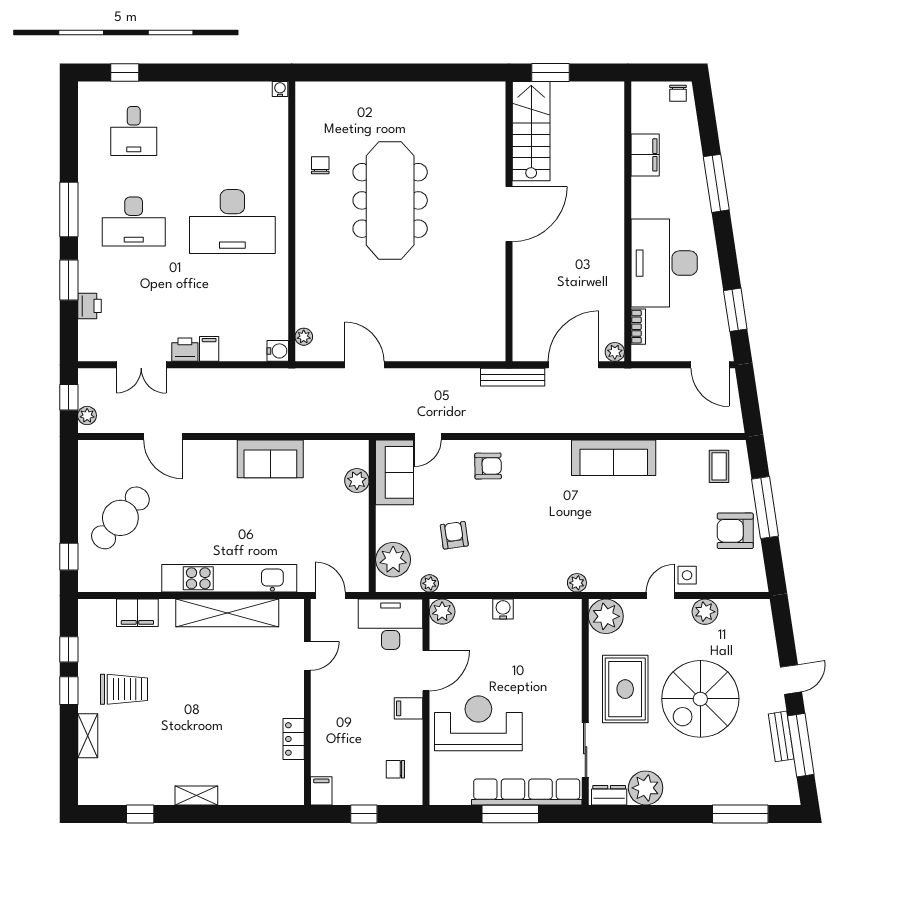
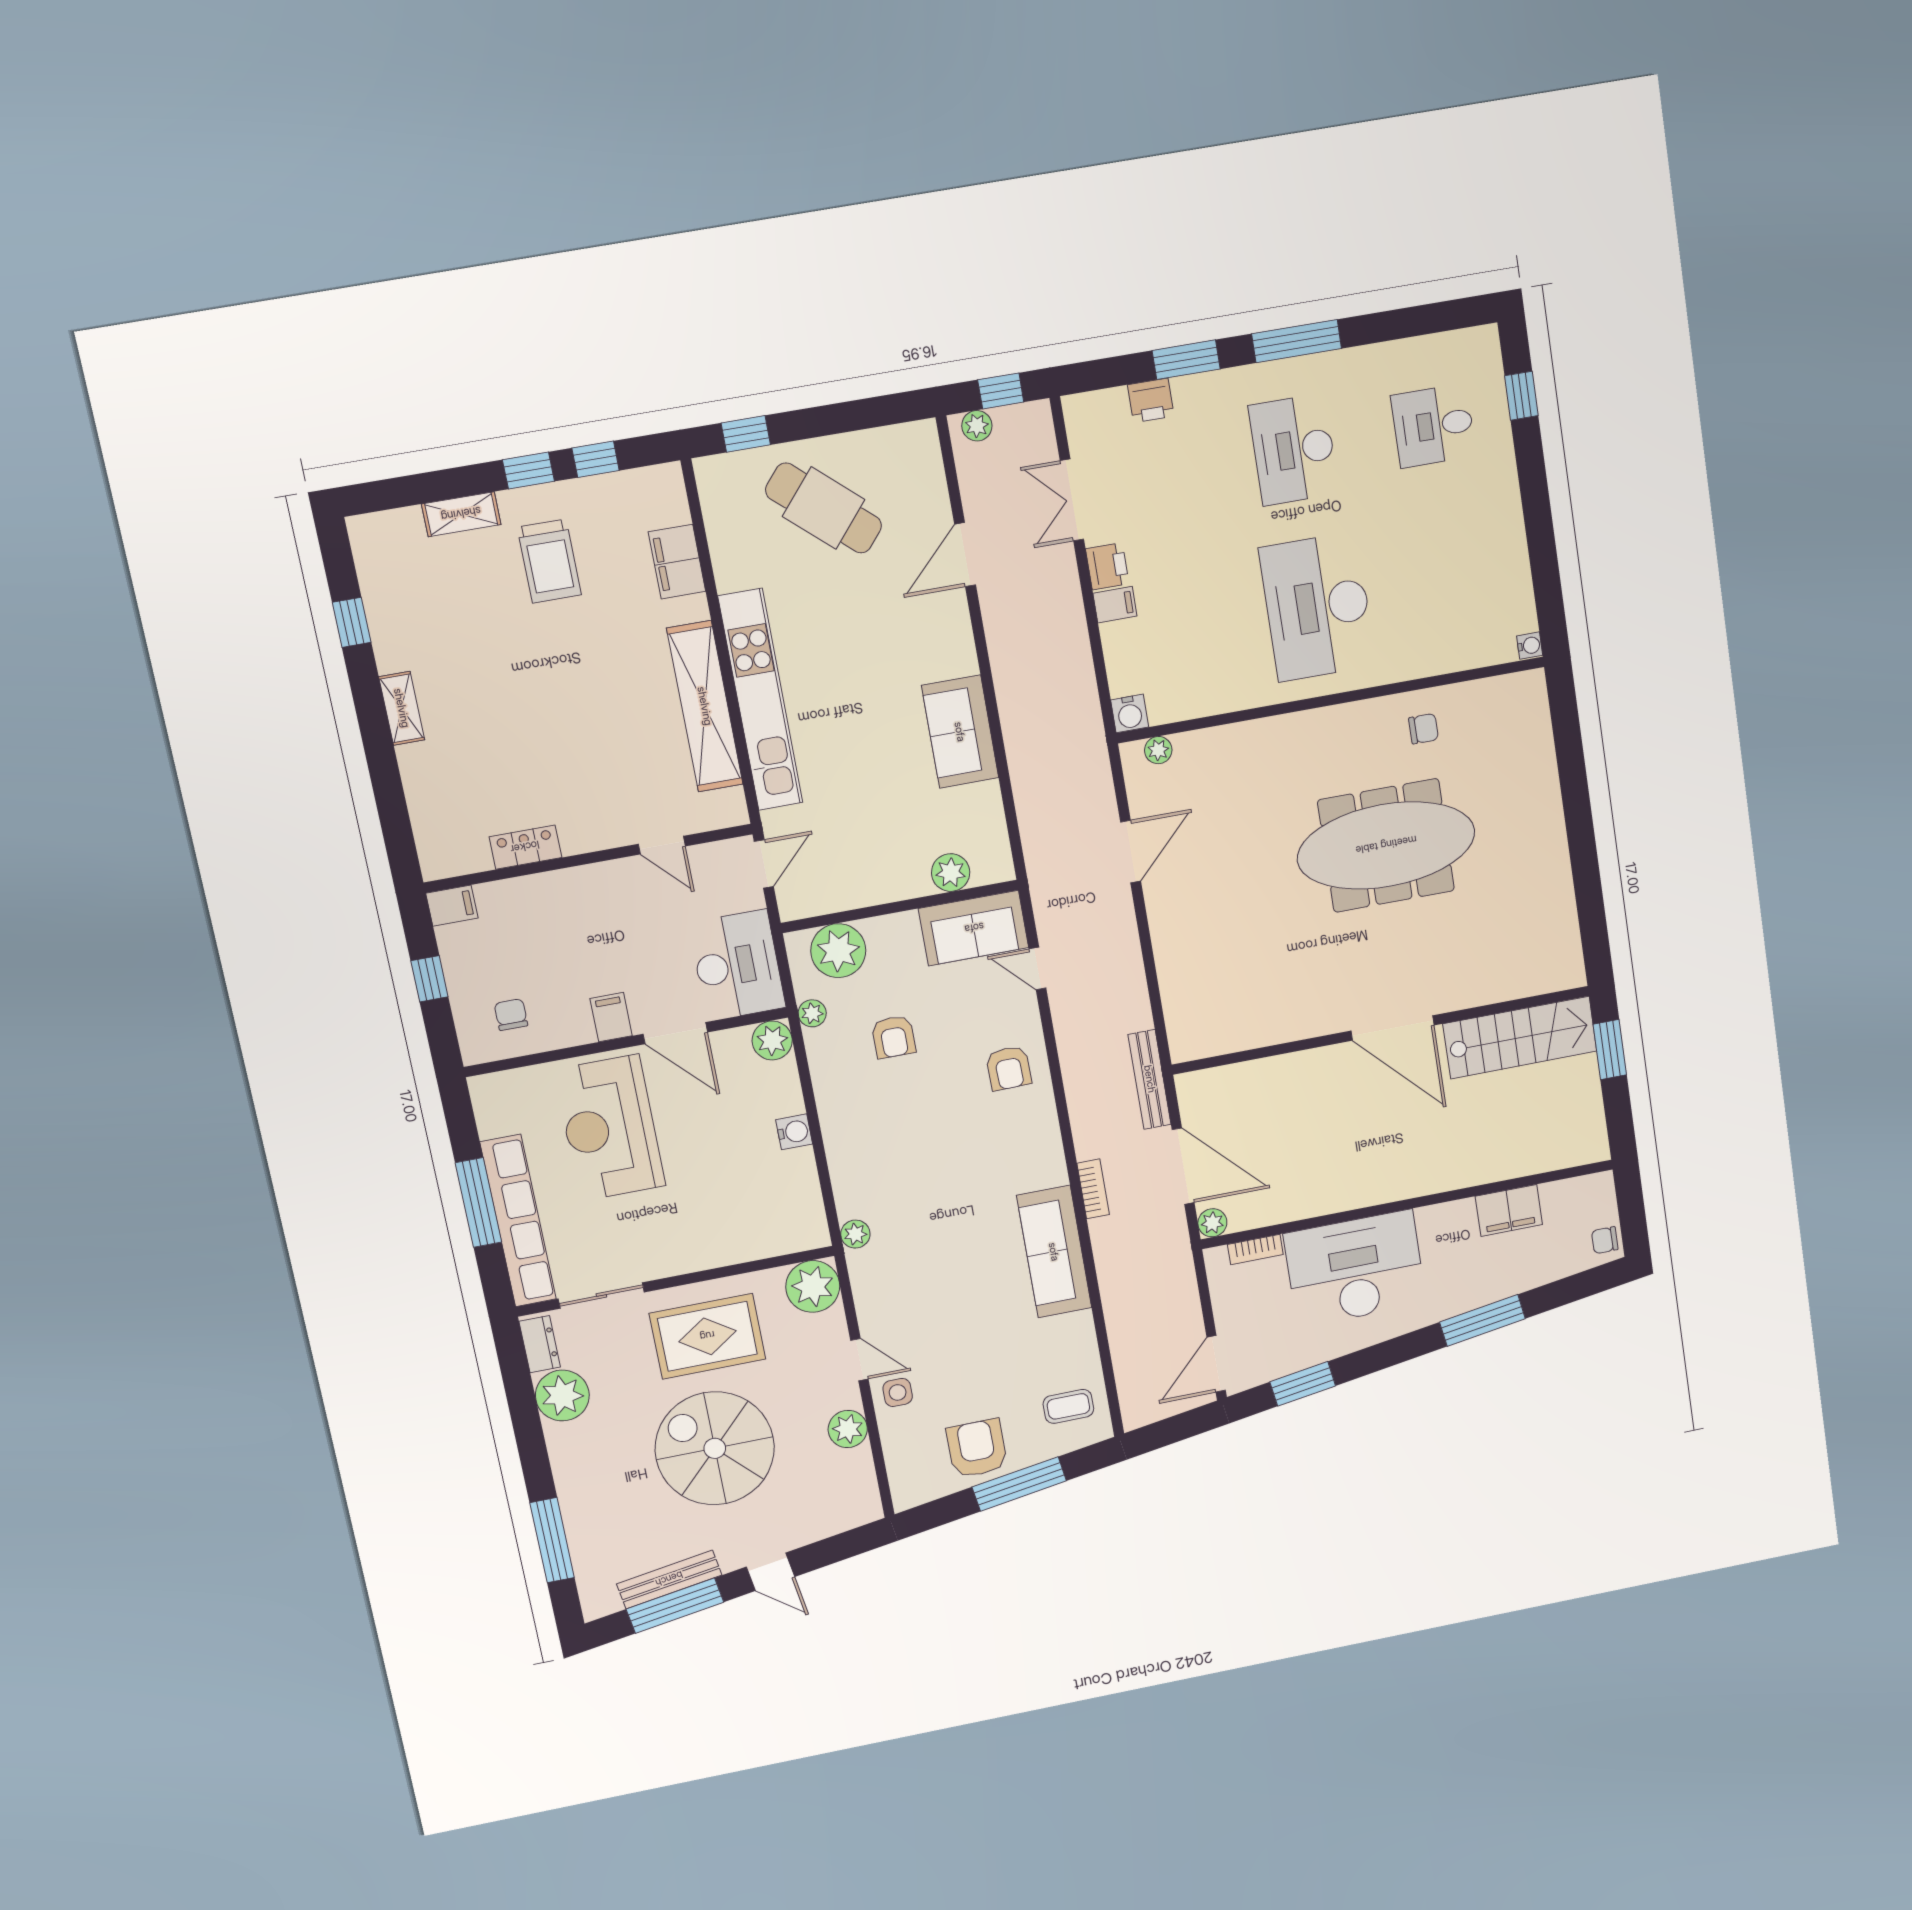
bookcase: (577, 426) -> (1093, 1189), added
armchair: (454, 535) -> (894, 1037), turned 98
reception desk: (478, 723) -> (610, 1128), turned 180
bench: (781, 736) -> (669, 1579), width x1.36

